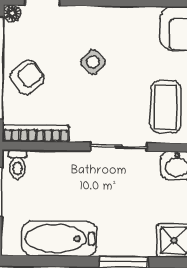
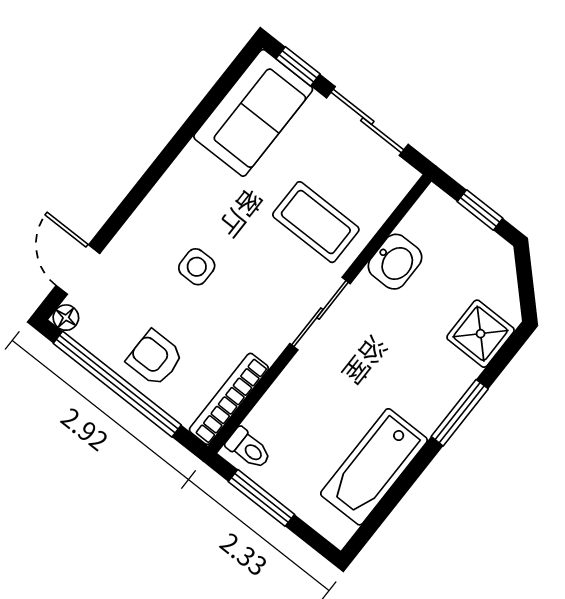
side table: (93, 62) -> (197, 267), turned 45
armchair: (27, 77) -> (155, 358), turned -52

